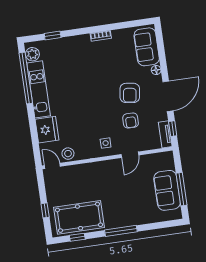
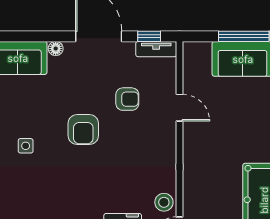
armchair: (130, 93) -> (83, 129), moved, turned 82
side table: (106, 143) -> (26, 146), moved

